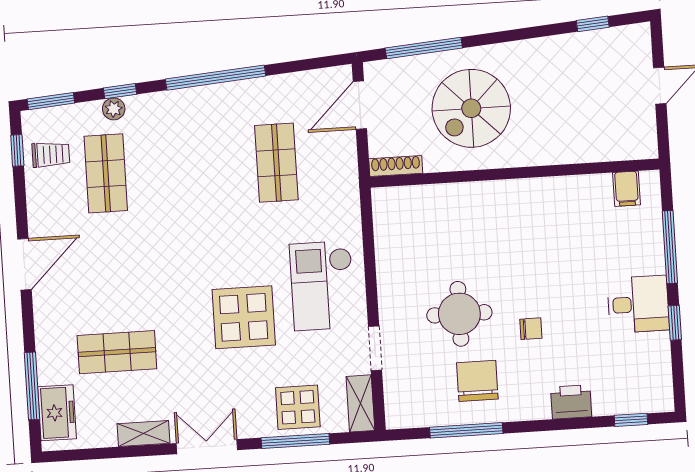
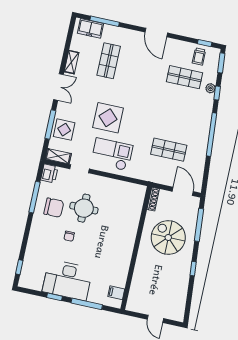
window: (593, 24) -> (193, 269), moved
desk: (638, 304) -> (67, 280), width x1.87, depth x1.30
printer: (571, 402) -> (49, 173), moved

